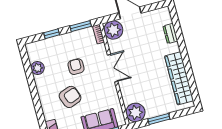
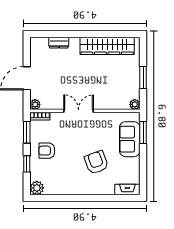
plant: (113, 30) -> (35, 104), width x0.53, depth x0.53
armchair: (76, 67) -> (47, 151), moved
plant: (38, 68) -> (37, 188), moved
plant: (135, 112) -> (135, 104), width x0.53, depth x0.53

